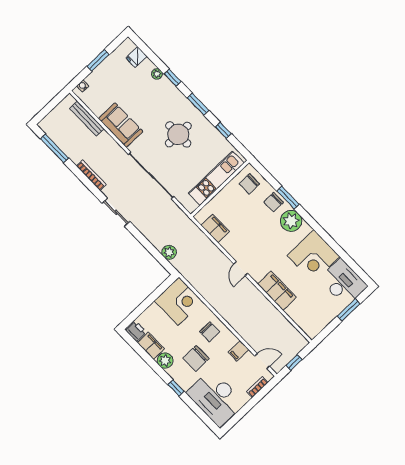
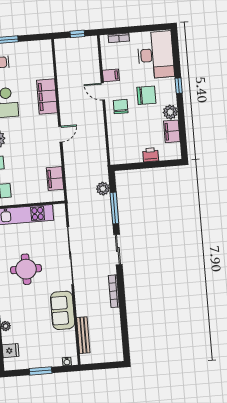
window: (54, 148) -> (114, 208), moved
corner desk: (178, 301) -> (125, 147), removed
printer: (136, 331) -> (151, 155), moved, turned 90
door: (262, 361) -> (103, 92), moved

